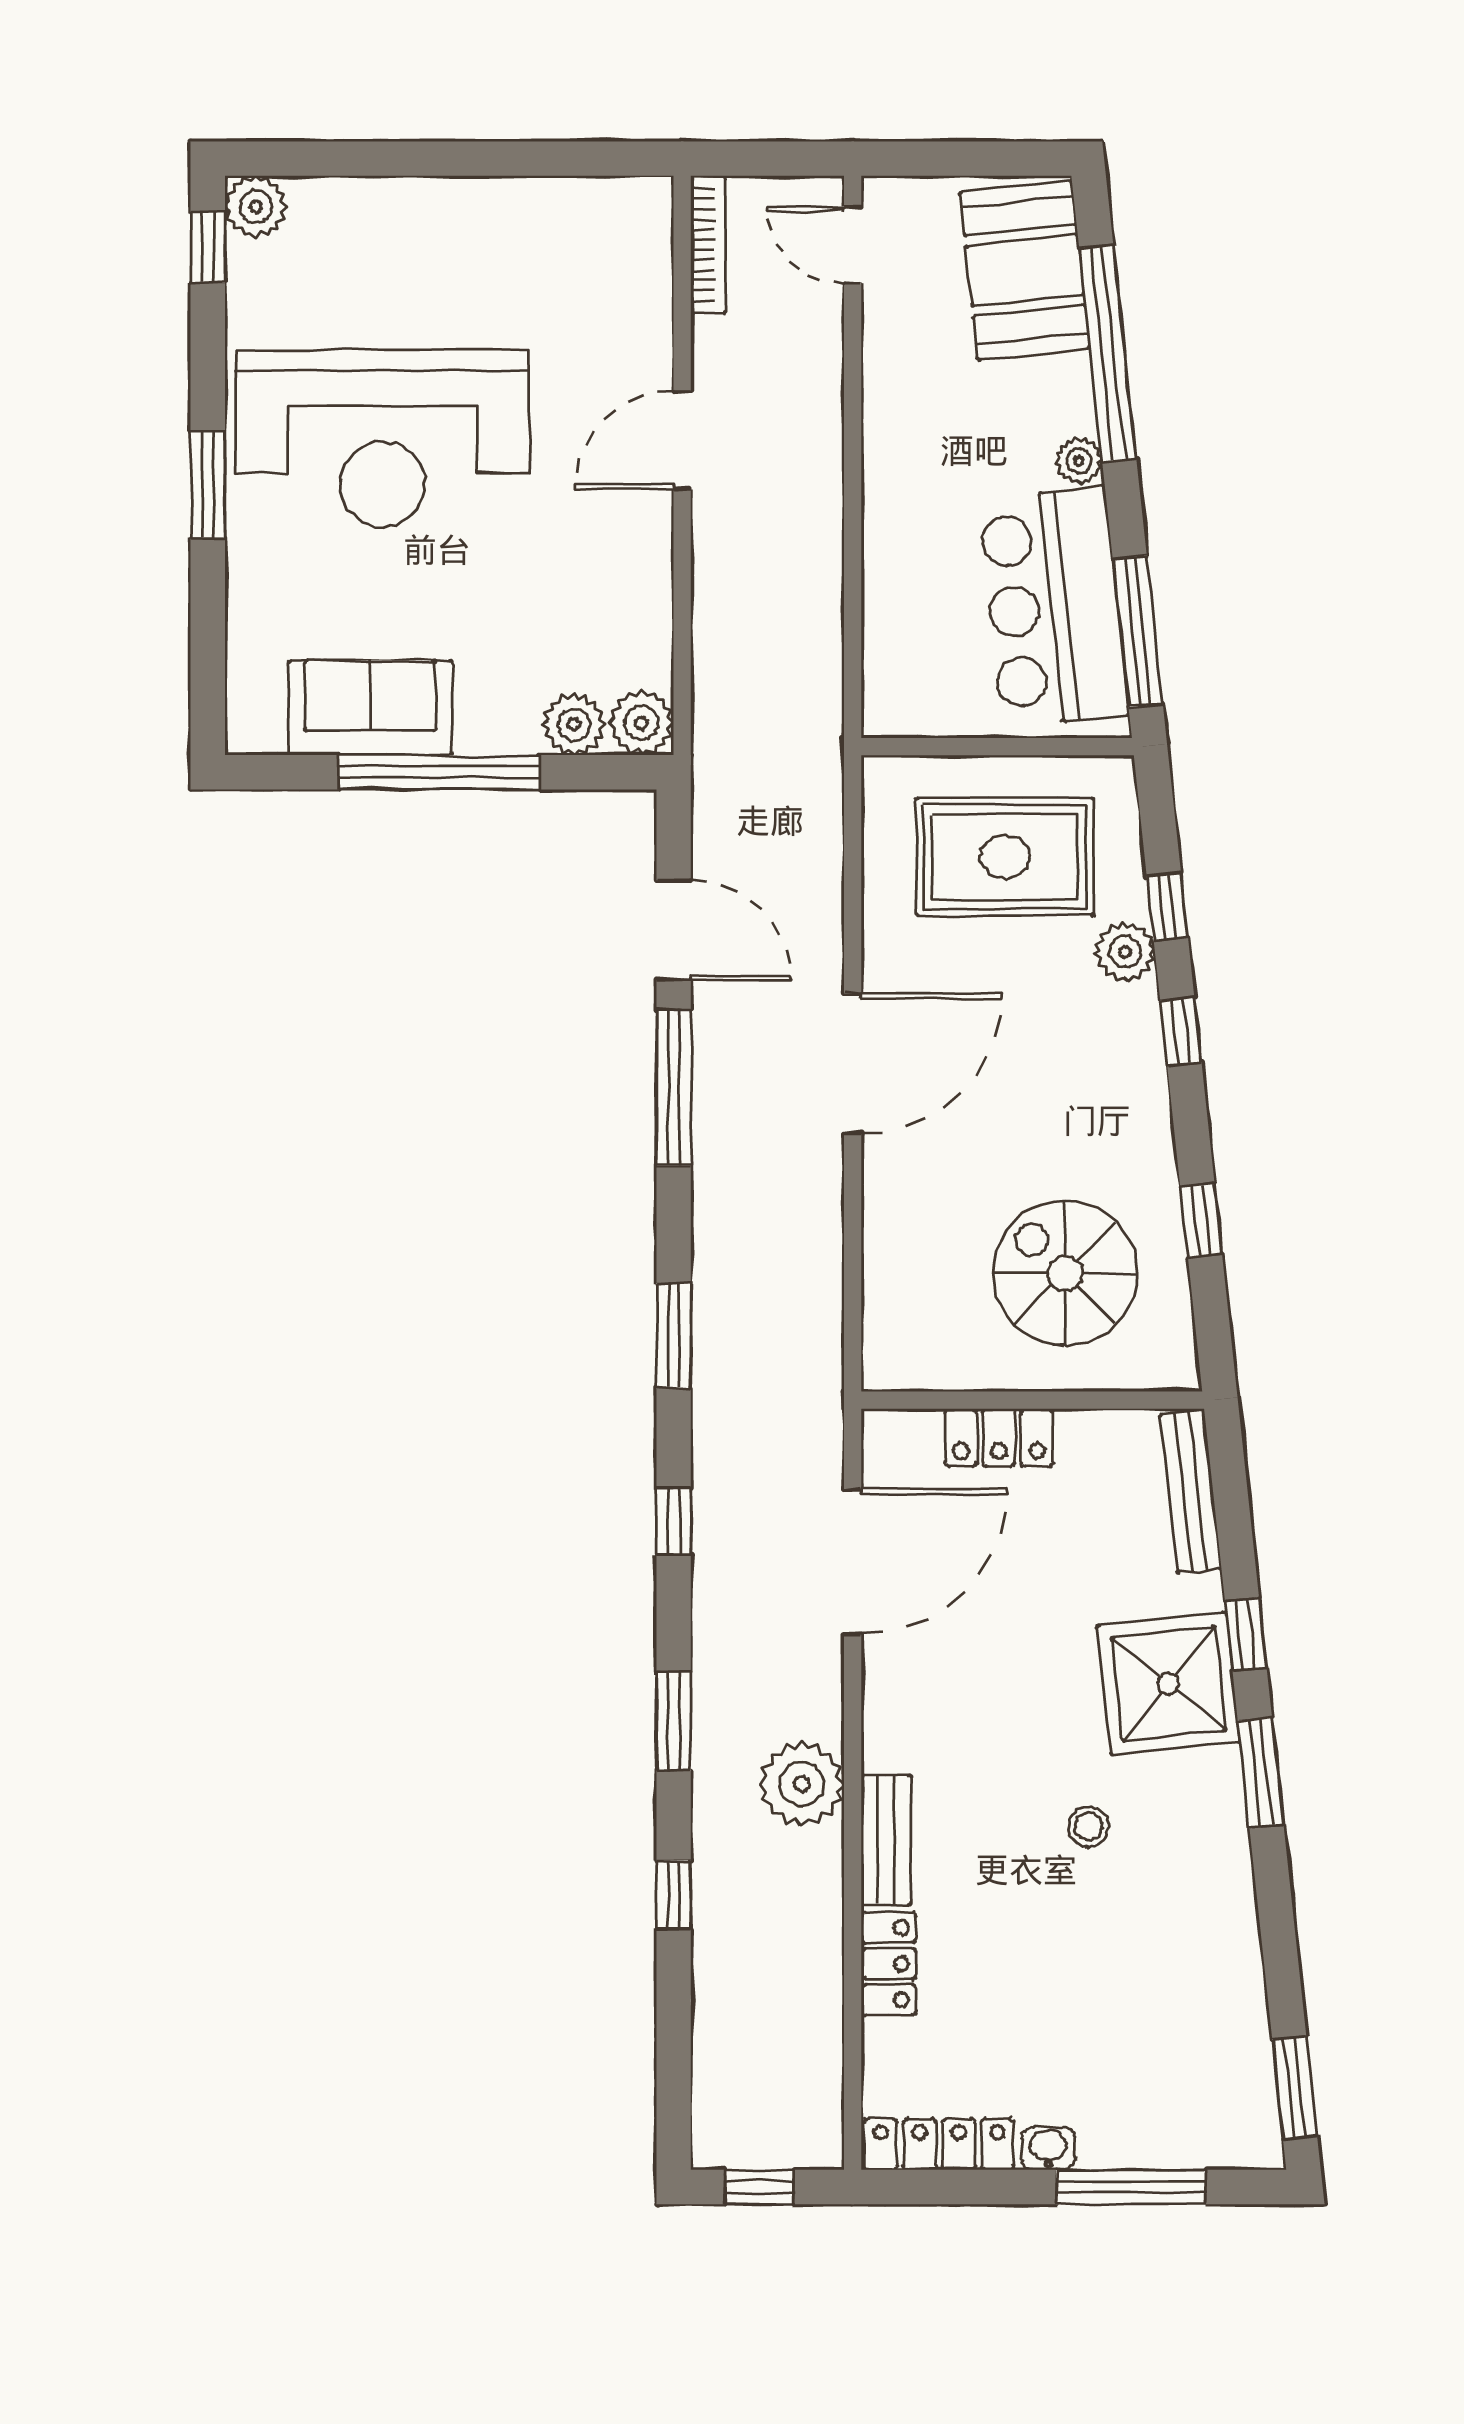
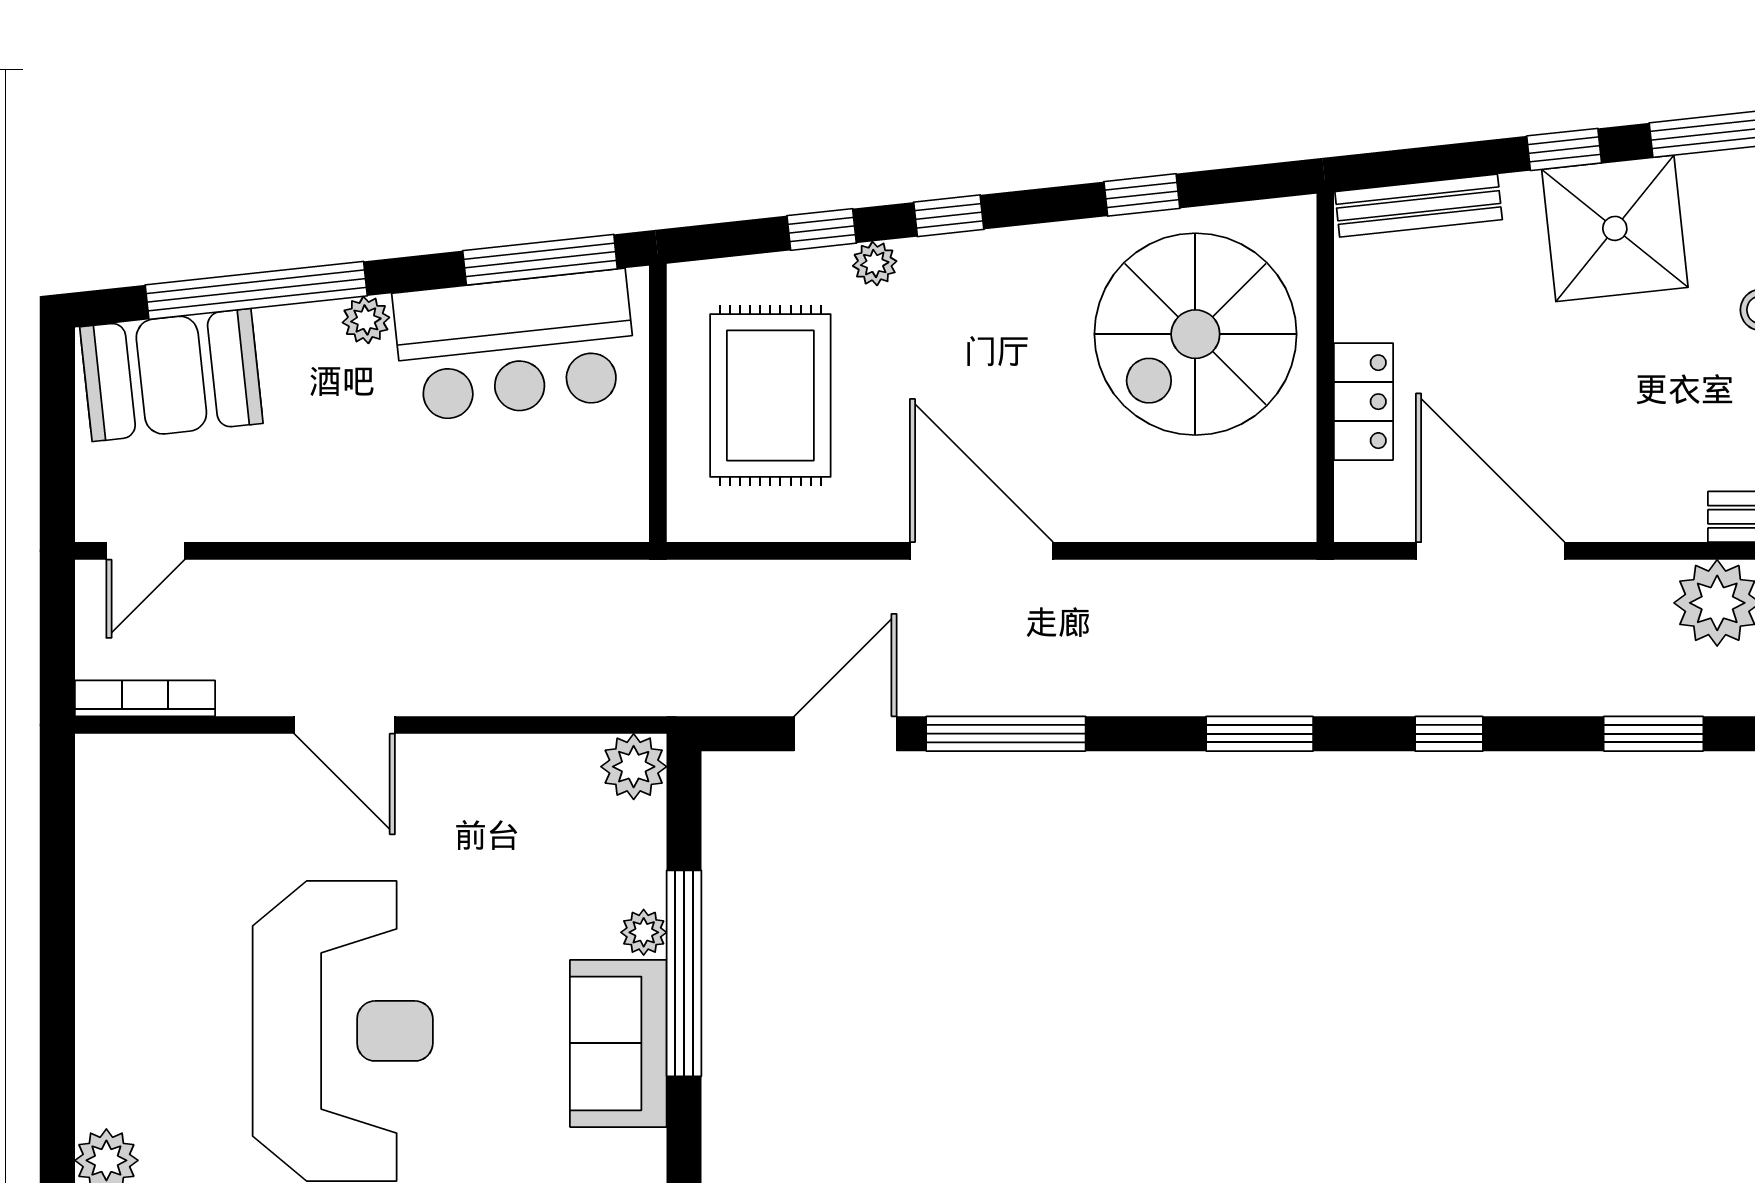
plant: (574, 724) -> (644, 932), moved, width x0.73, depth x0.73
plant: (1125, 952) -> (875, 264), width x0.73, depth x0.73
spiral stairs: (1065, 1273) -> (1195, 334), width x1.37, depth x1.37

